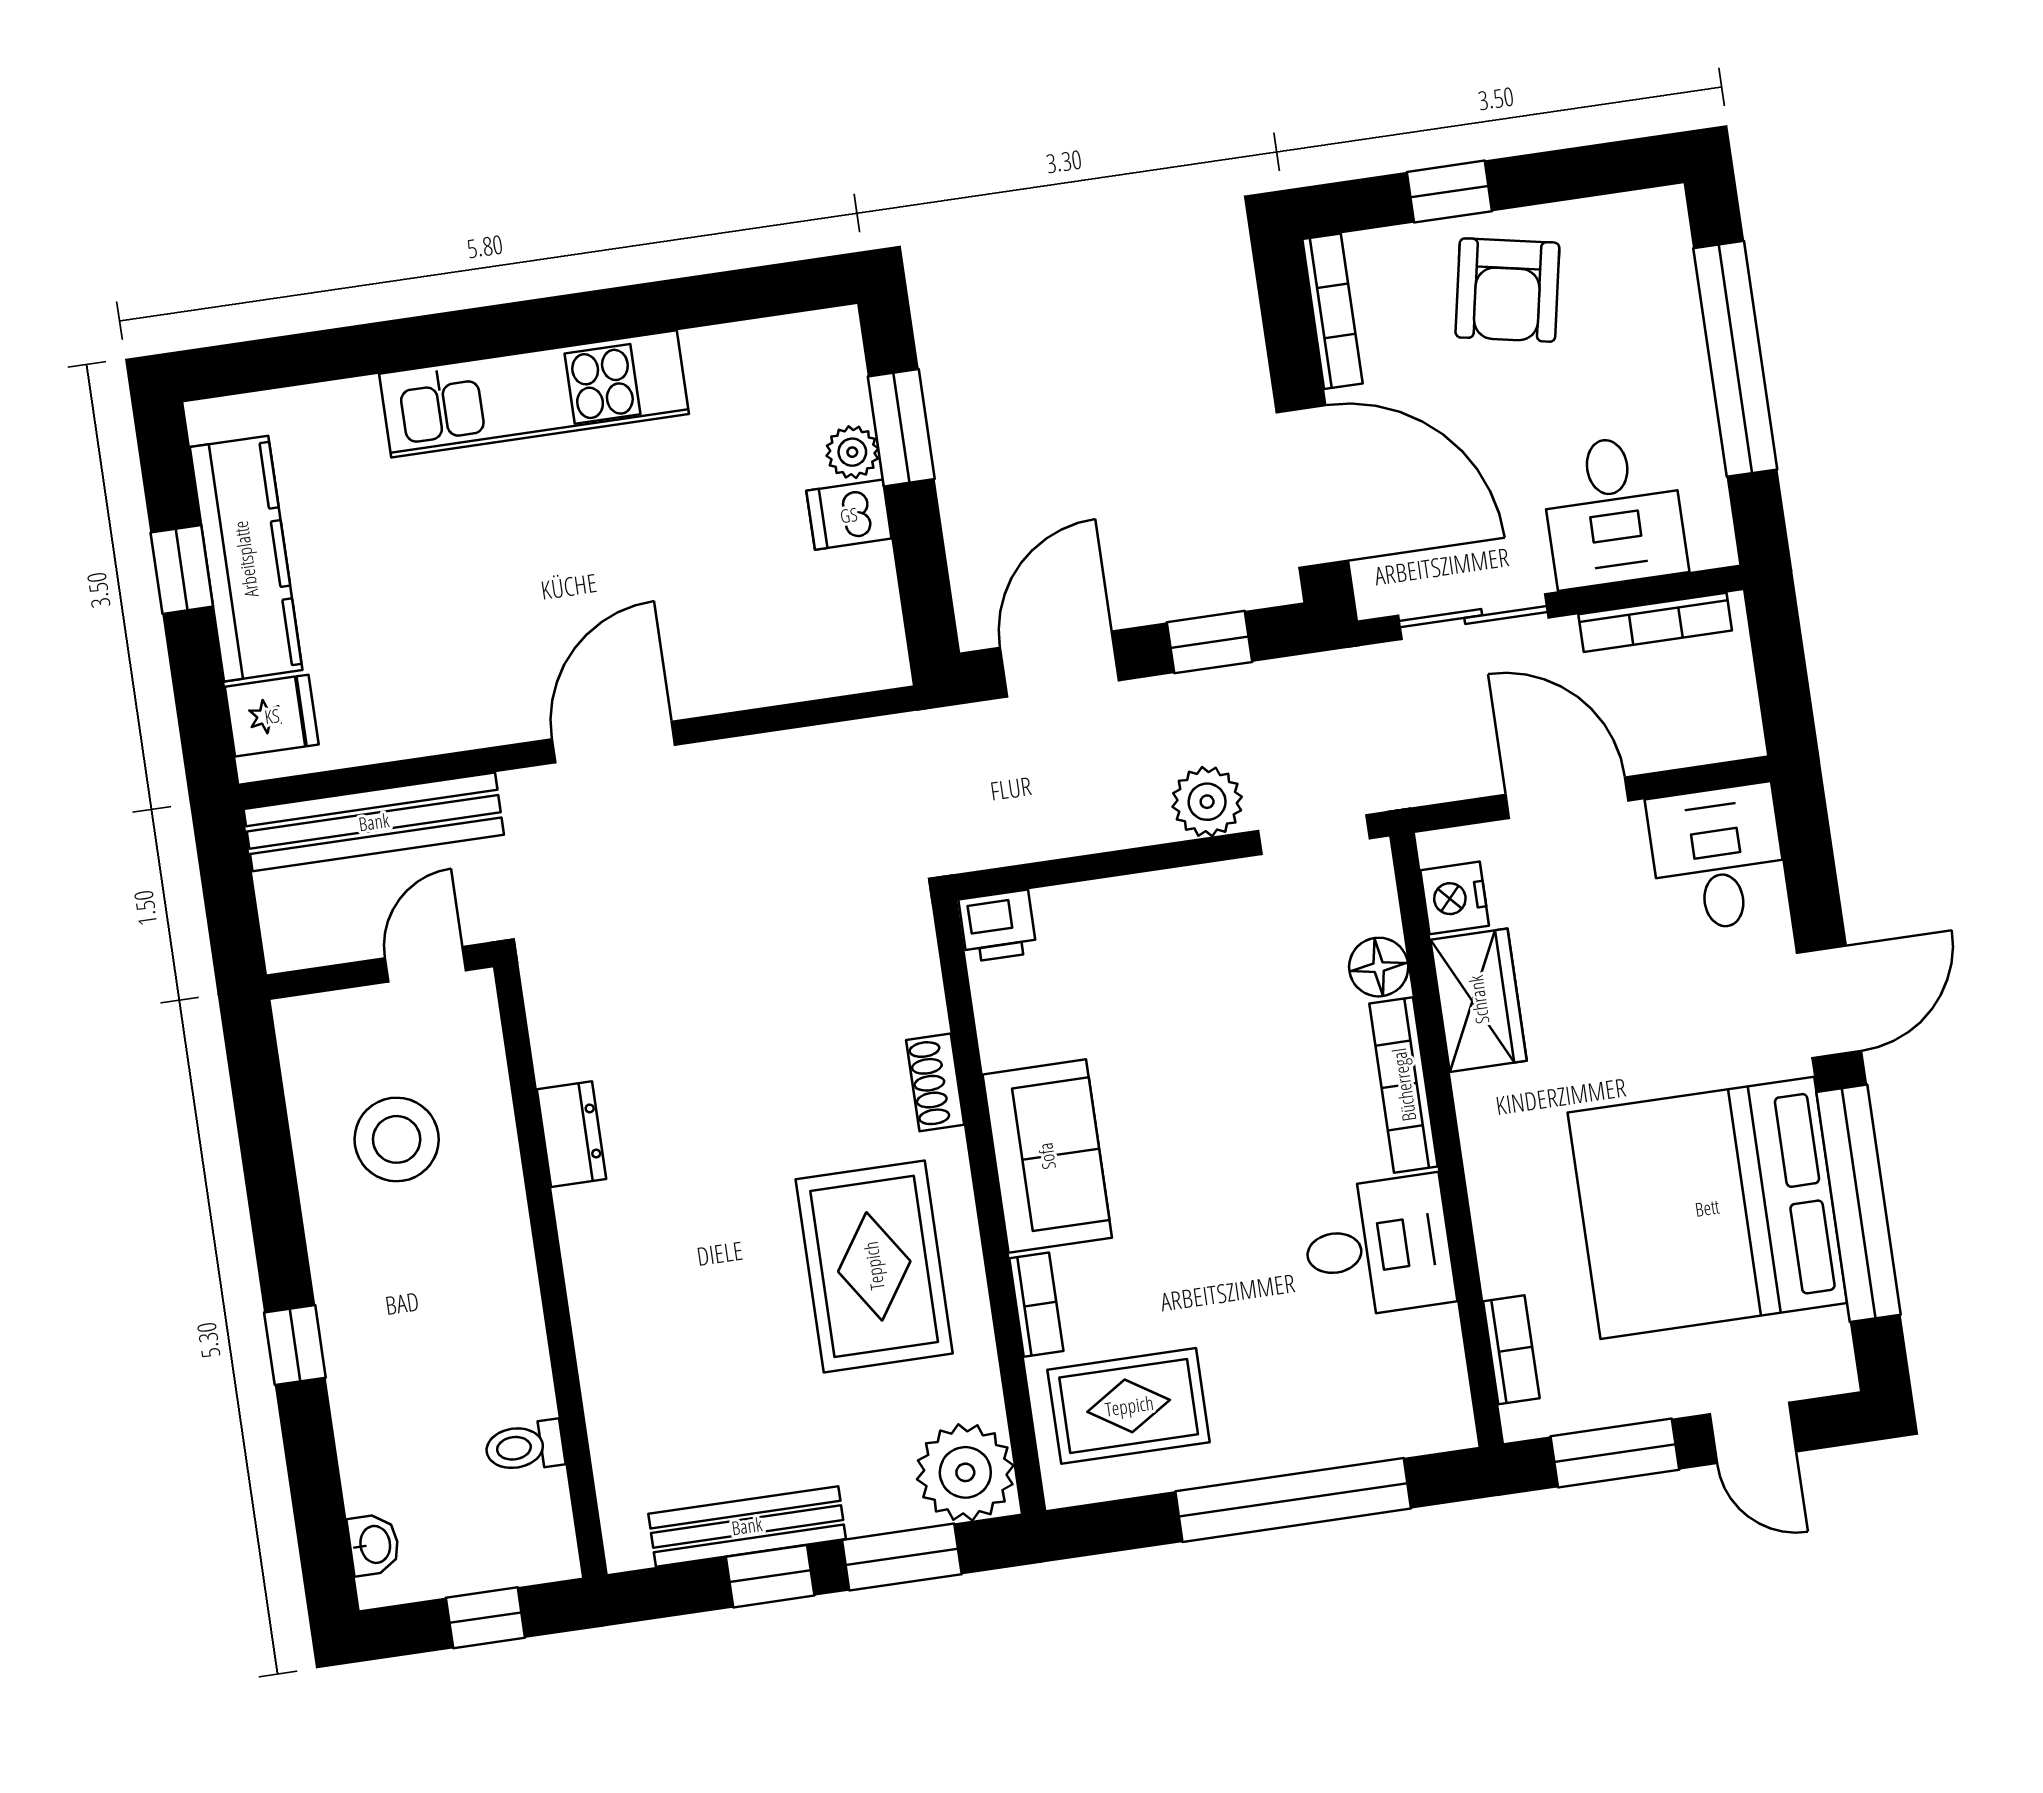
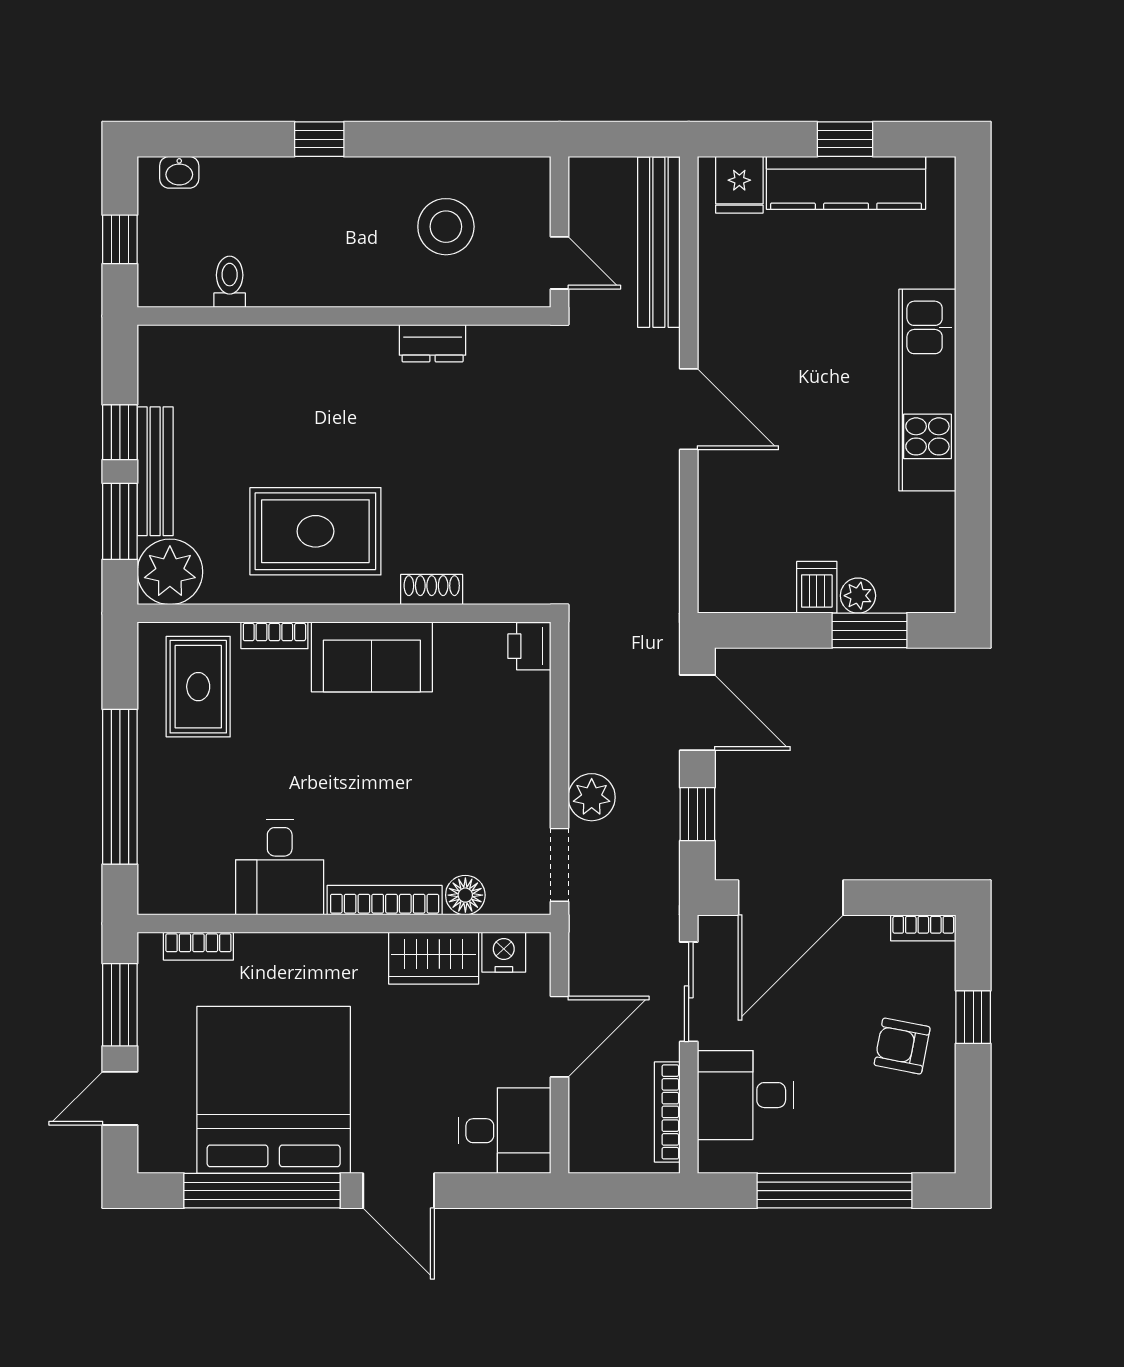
armchair: (1507, 290) -> (902, 1046), width x0.72, depth x0.72
bookcase: (1332, 311) -> (923, 928), width x0.64
bench: (747, 1526) -> (155, 471), moved

